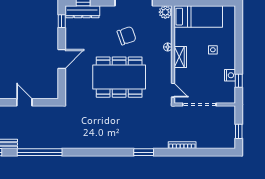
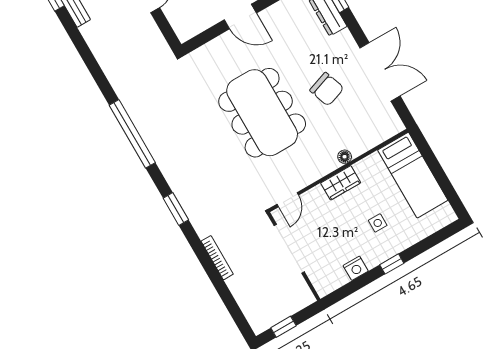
plant: (165, 12) -> (392, 125), removed
window: (239, 81) -> (392, 264), moved
window: (40, 152) -> (132, 134), moved

